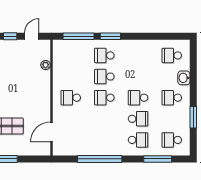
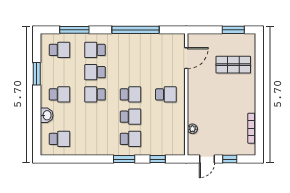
window: (79, 36) -> (158, 159), width x0.46
school desk: (138, 98) -> (95, 94), turned 180

